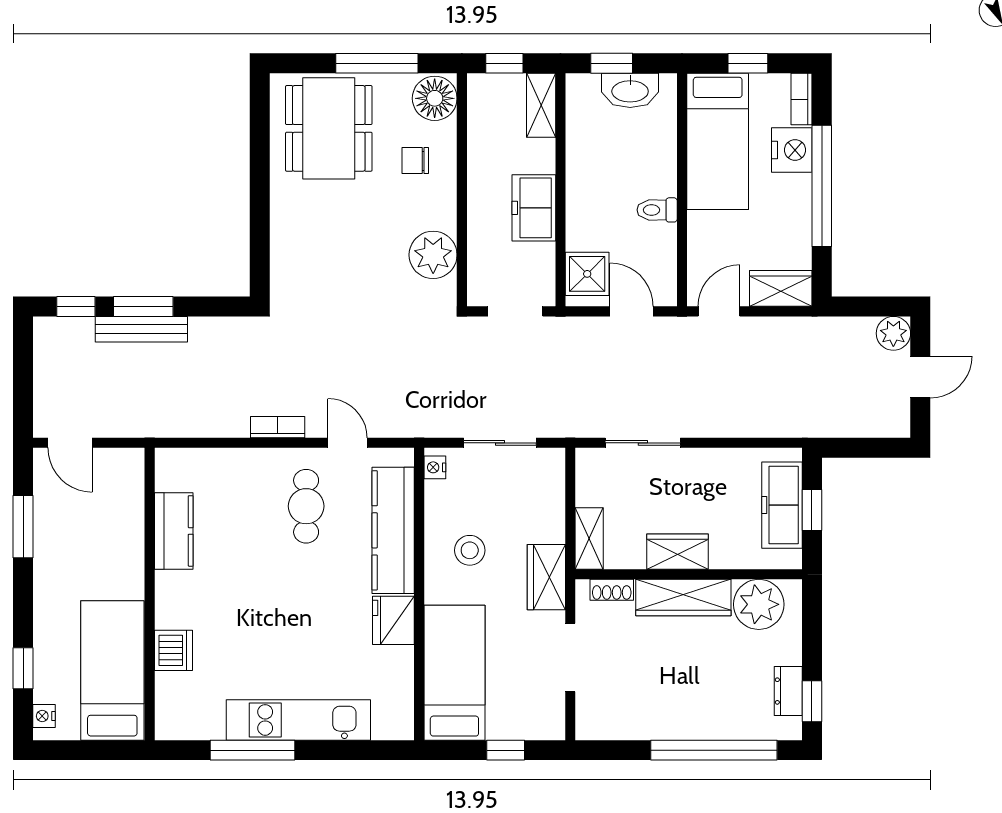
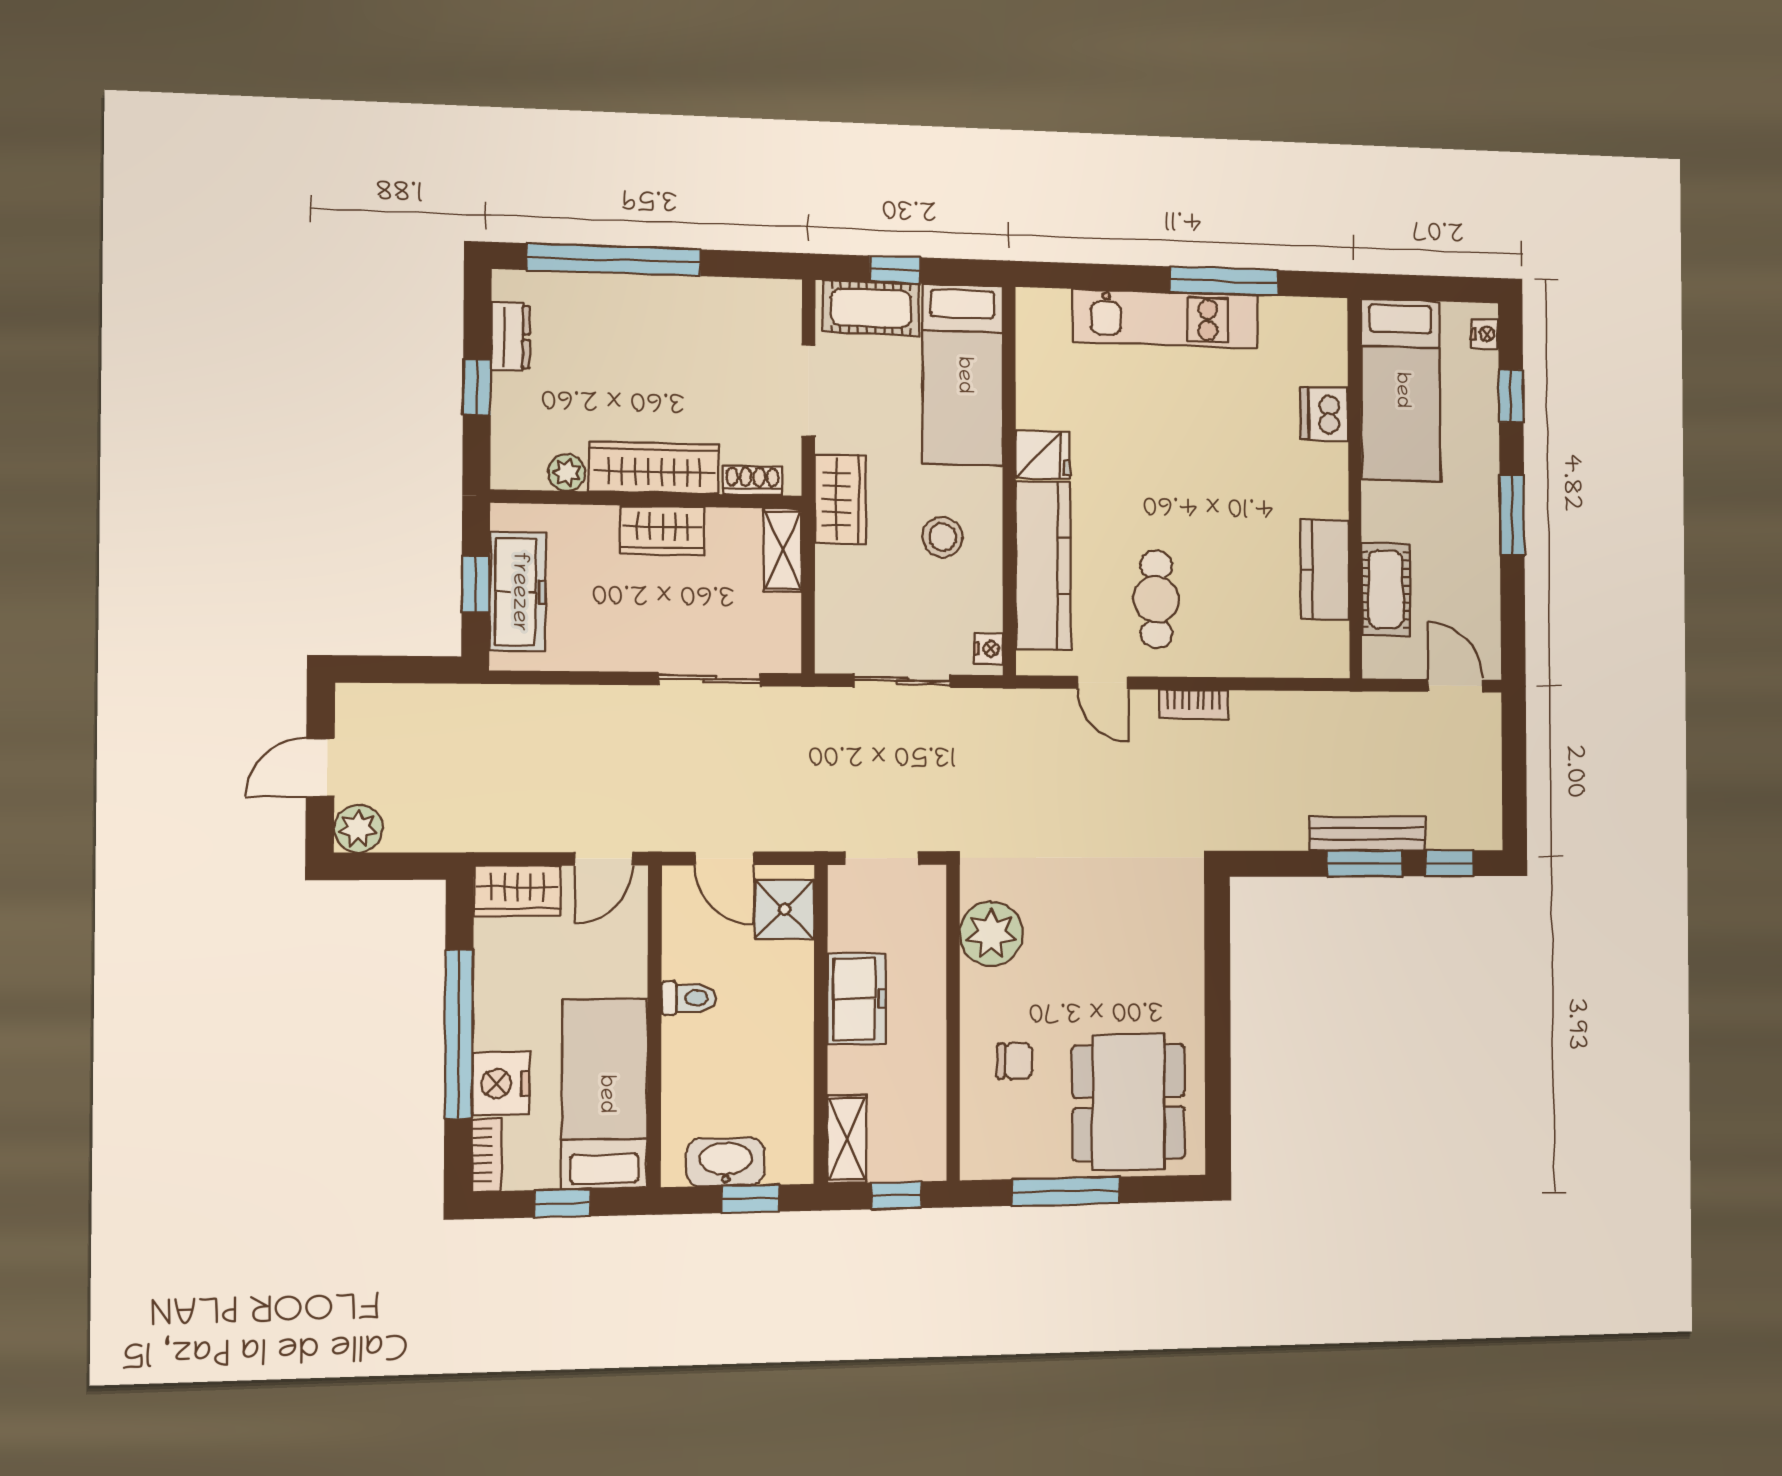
floor lamp: (435, 98) -> (989, 1145), removed
cot: (125, 516) -> (1386, 589), added
window: (23, 527) -> (1512, 515), moved
plant: (759, 604) -> (567, 473), width x0.53, depth x0.53
fridge: (393, 620) -> (1043, 455), width x0.72
window: (812, 701) -> (477, 387), moved
cot: (524, 721) -> (871, 308), added

